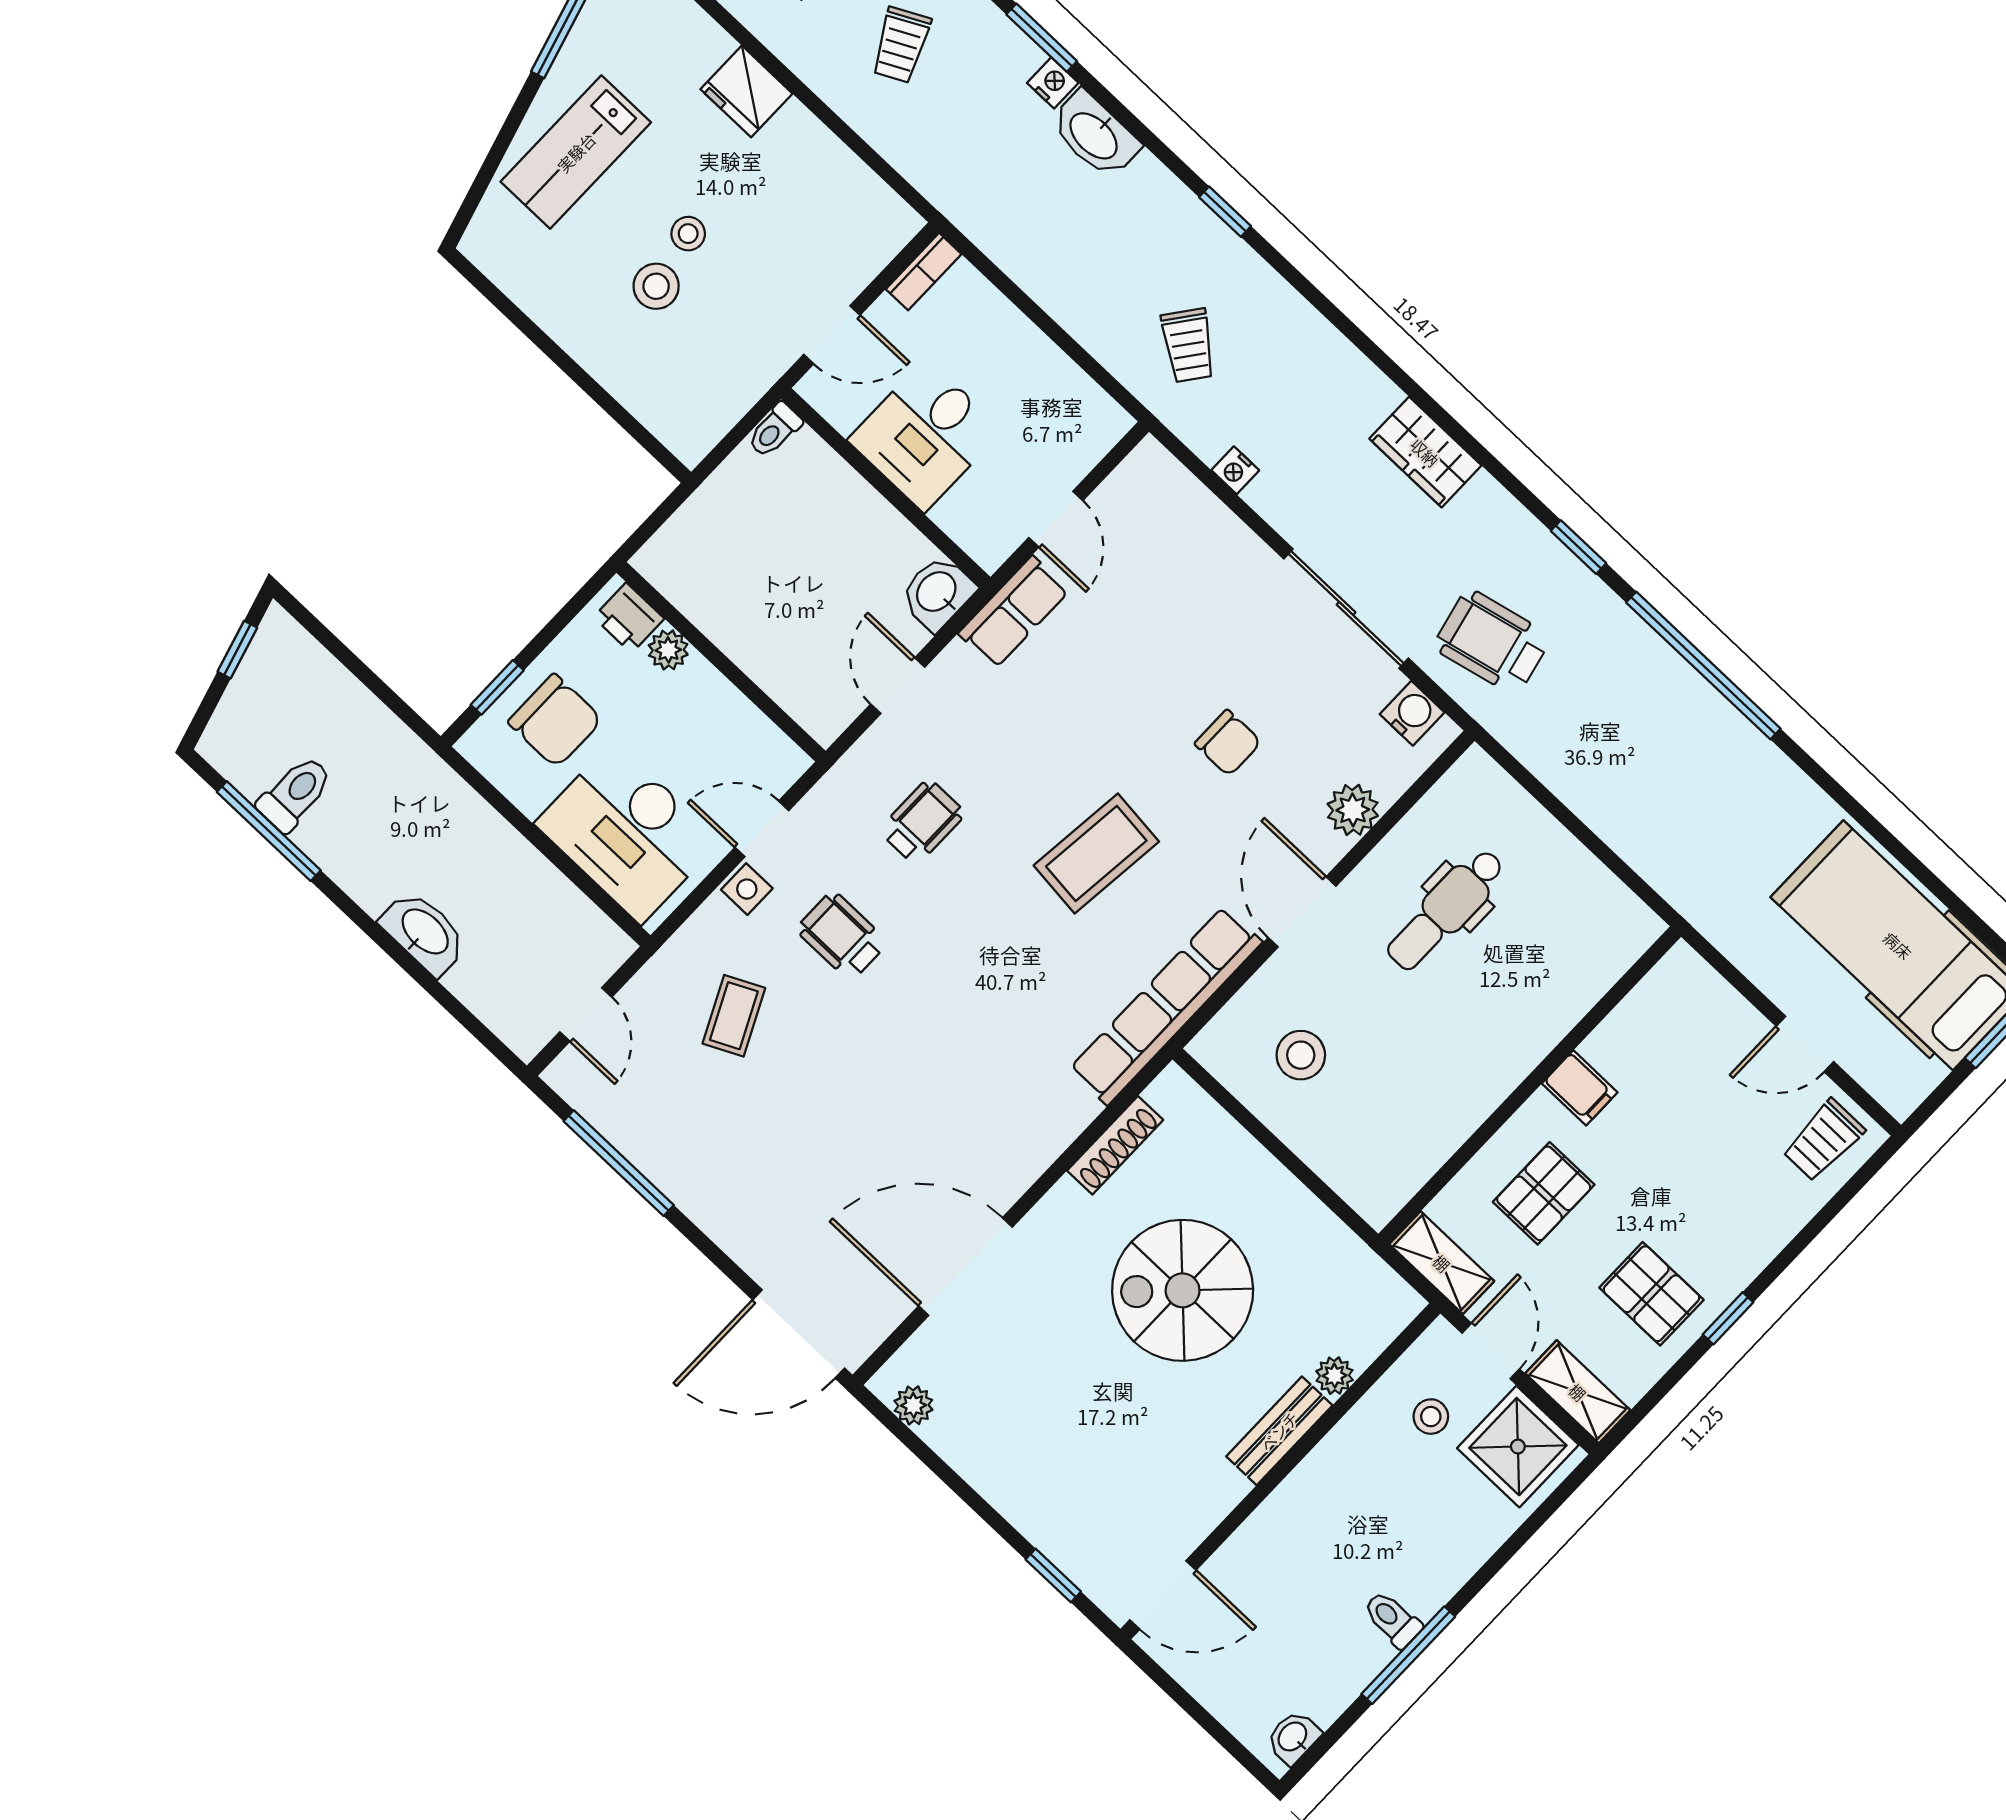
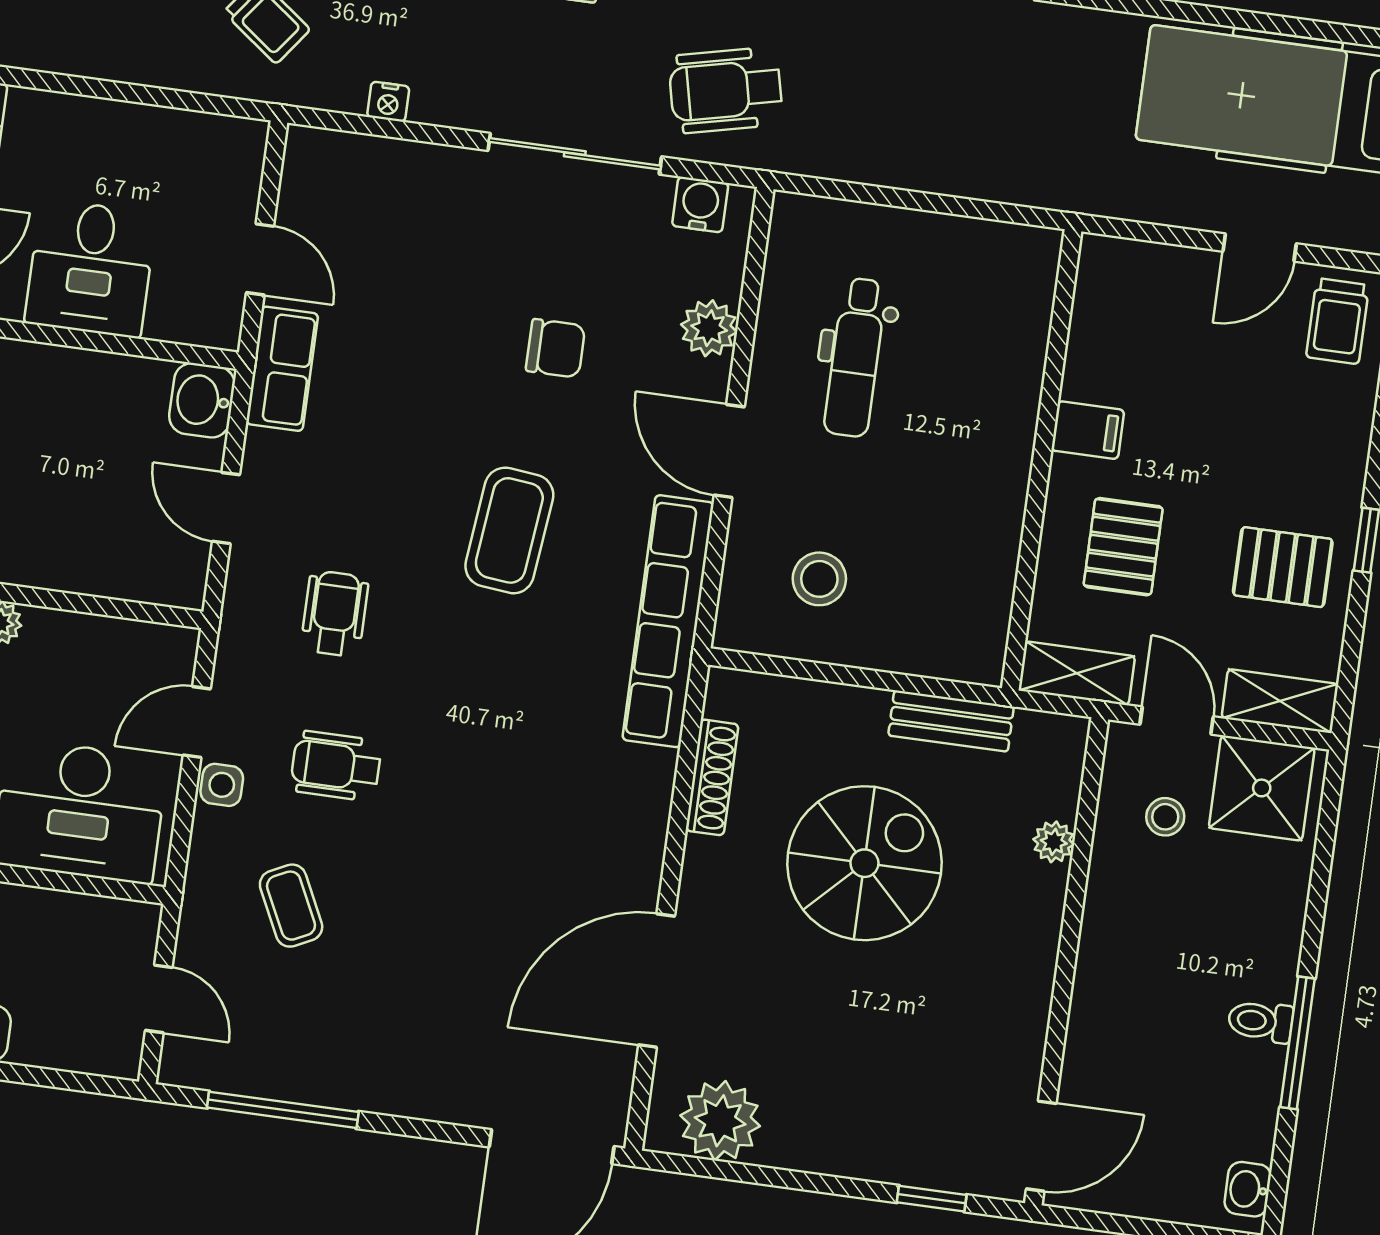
spiral stairs: (1183, 1290) -> (864, 863), turned 180
plant: (913, 1405) -> (720, 1121), width x1.88, depth x1.88
bench: (1279, 1431) -> (951, 721), moved, turned 90

